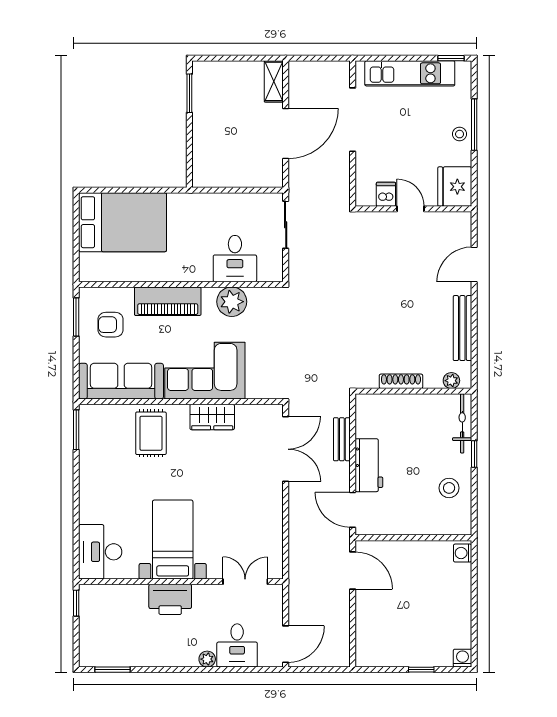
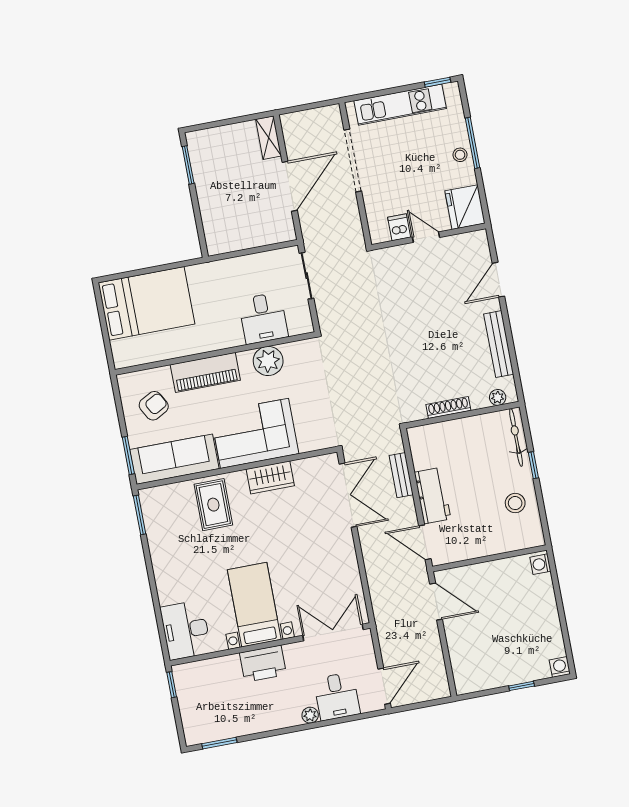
window: (76, 317) -> (128, 455), moved
armchair: (111, 325) -> (154, 406), turned 151
double door: (245, 582) -> (333, 632), width x1.37

